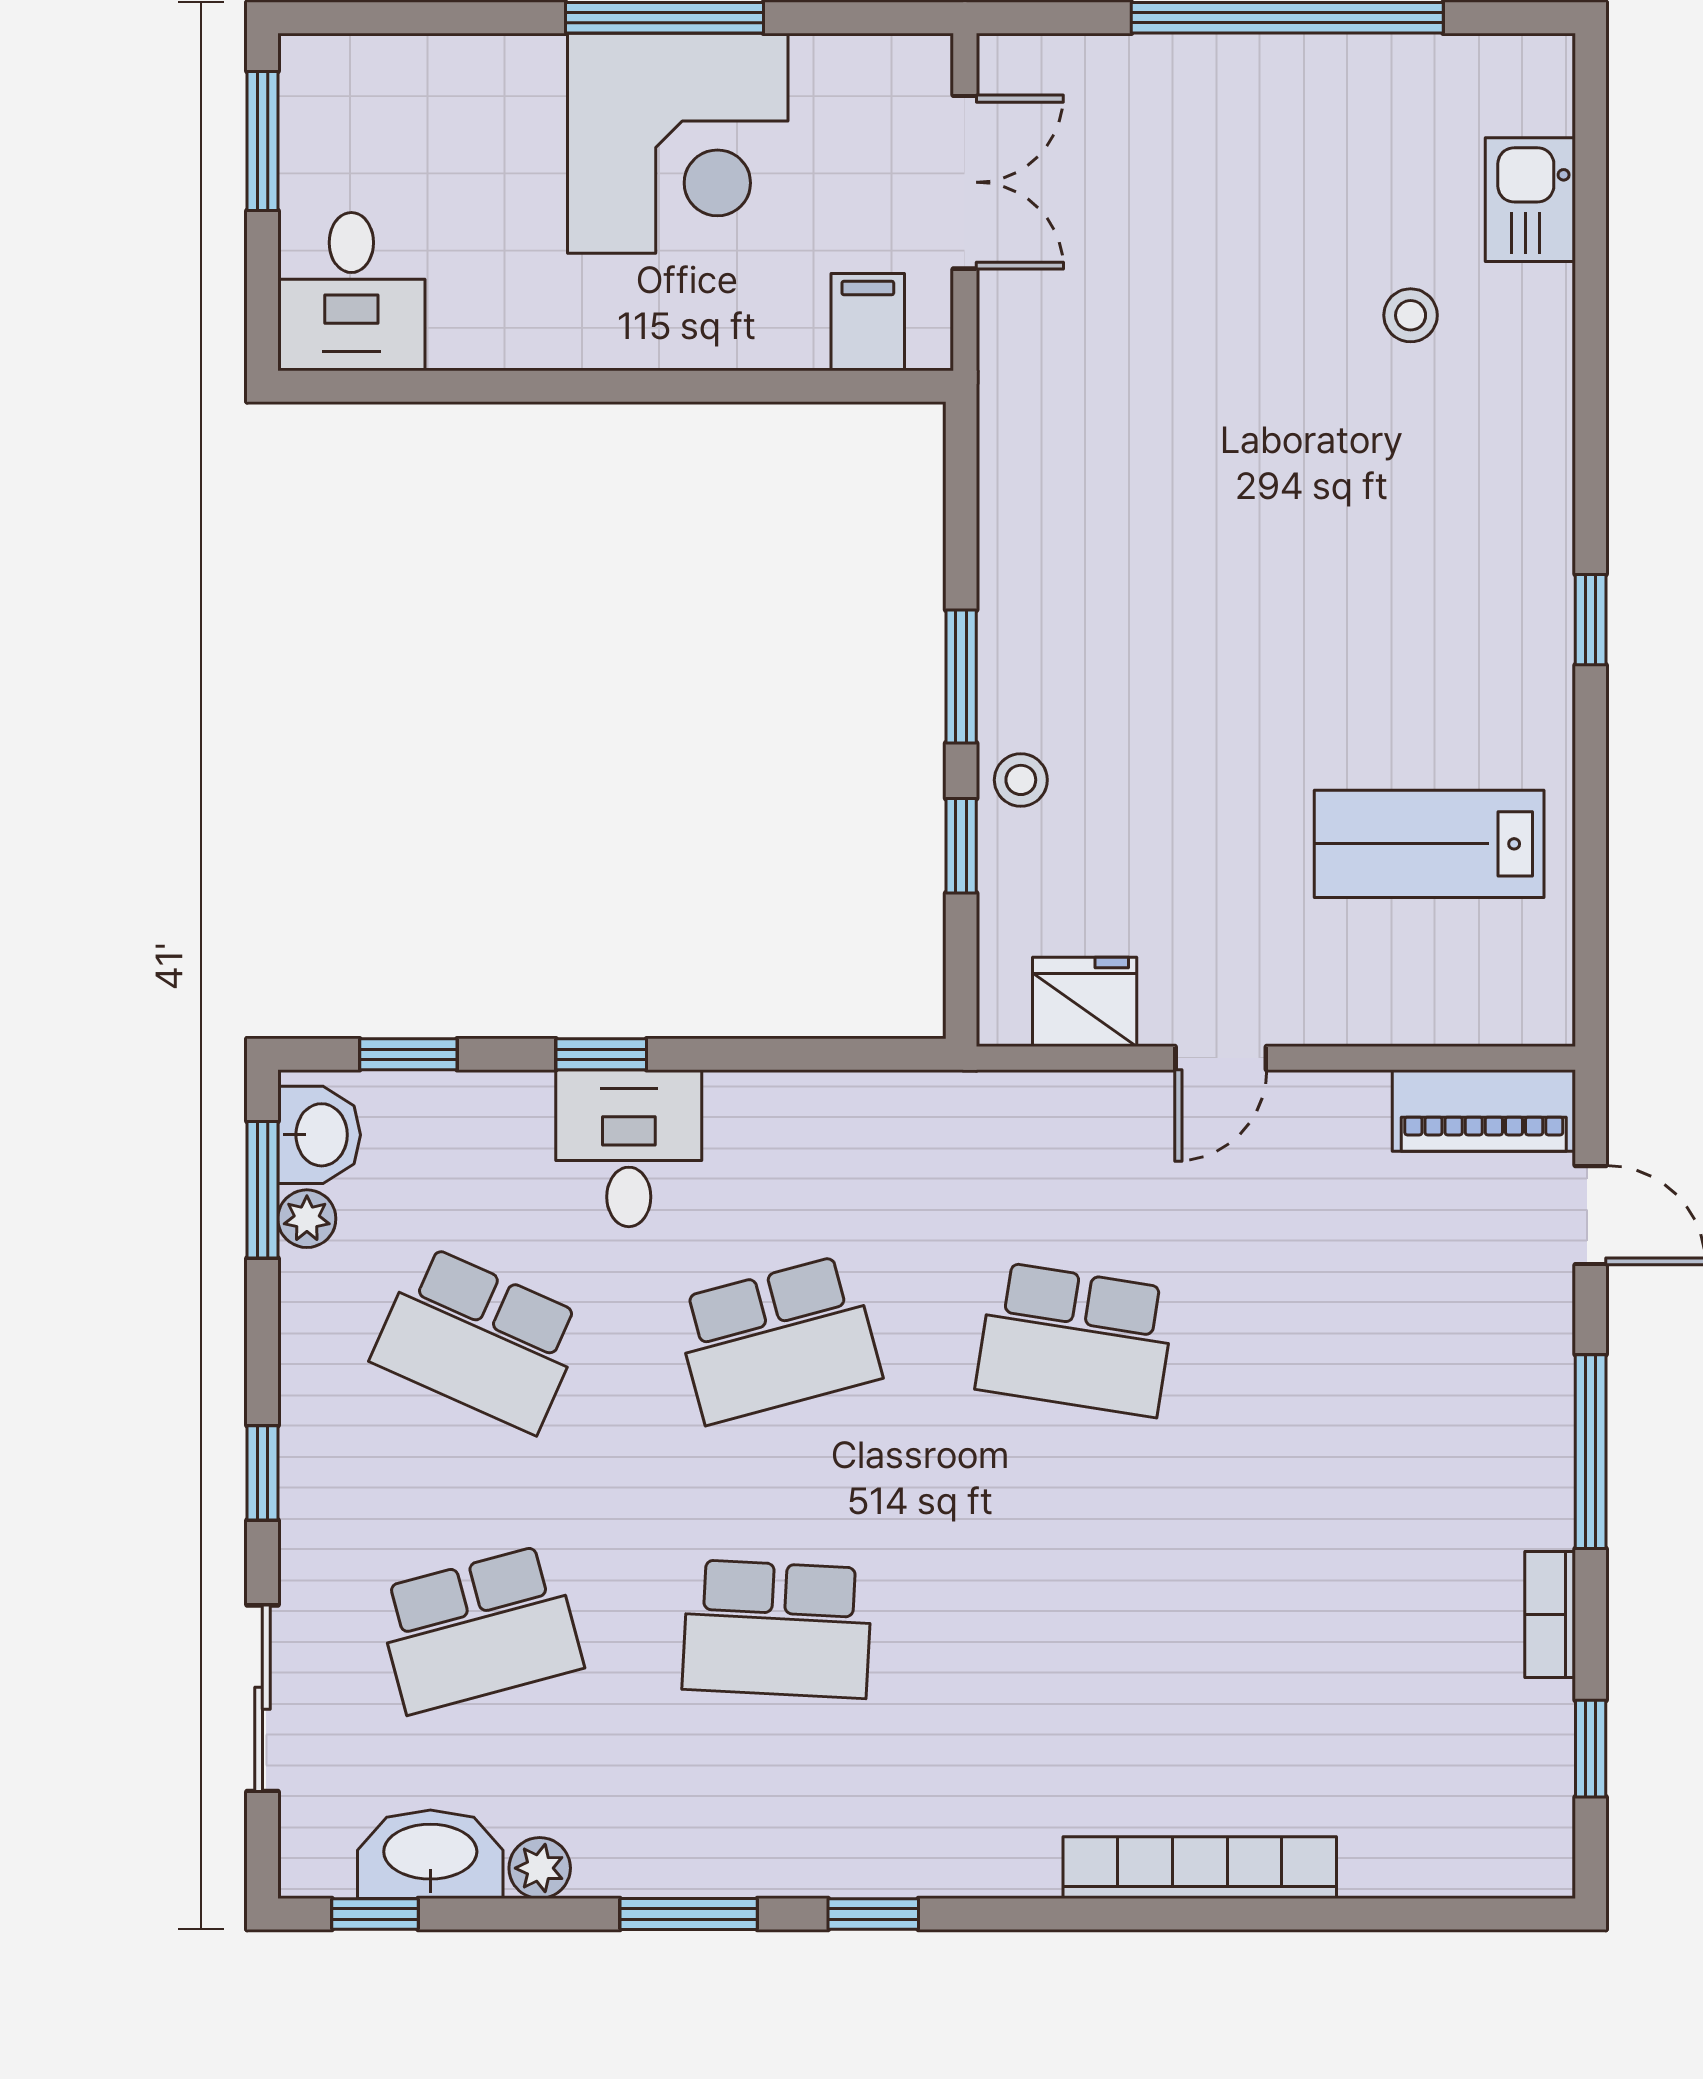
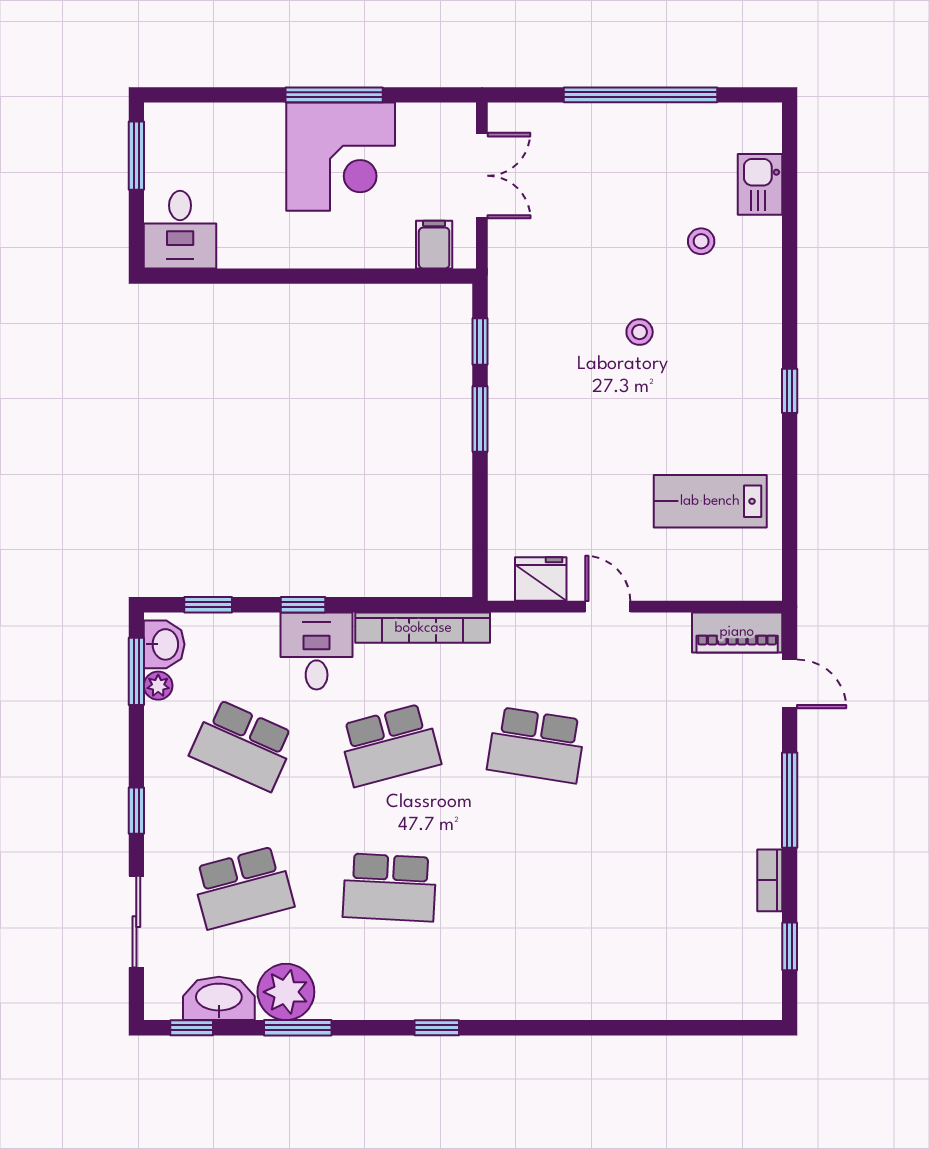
stool: (1021, 780) -> (640, 332), moved
window: (961, 846) -> (480, 341), moved
door: (1221, 1058) -> (608, 607), swing flipped
plant: (540, 1868) -> (286, 992), width x1.88, depth x1.88
bookcase: (1200, 1868) -> (423, 628), moved, turned 180
window: (689, 1914) -> (298, 1028), moved

